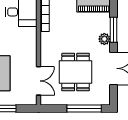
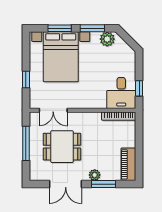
window: (84, 109) -> (26, 143), moved

